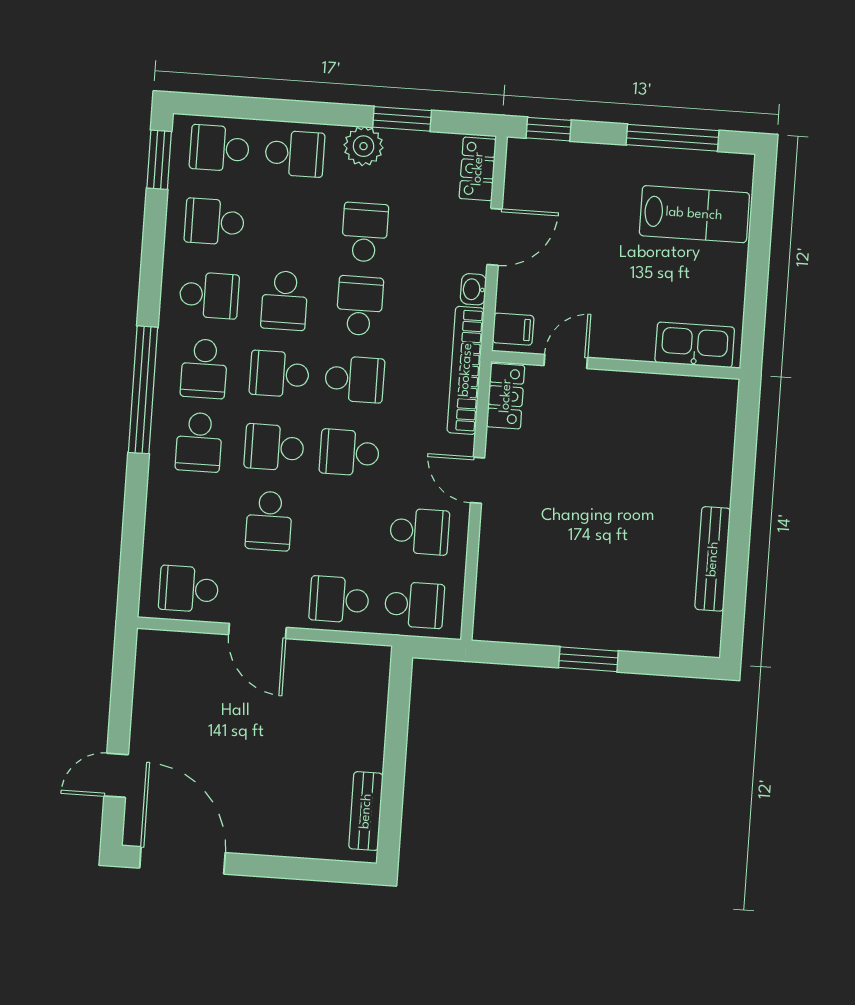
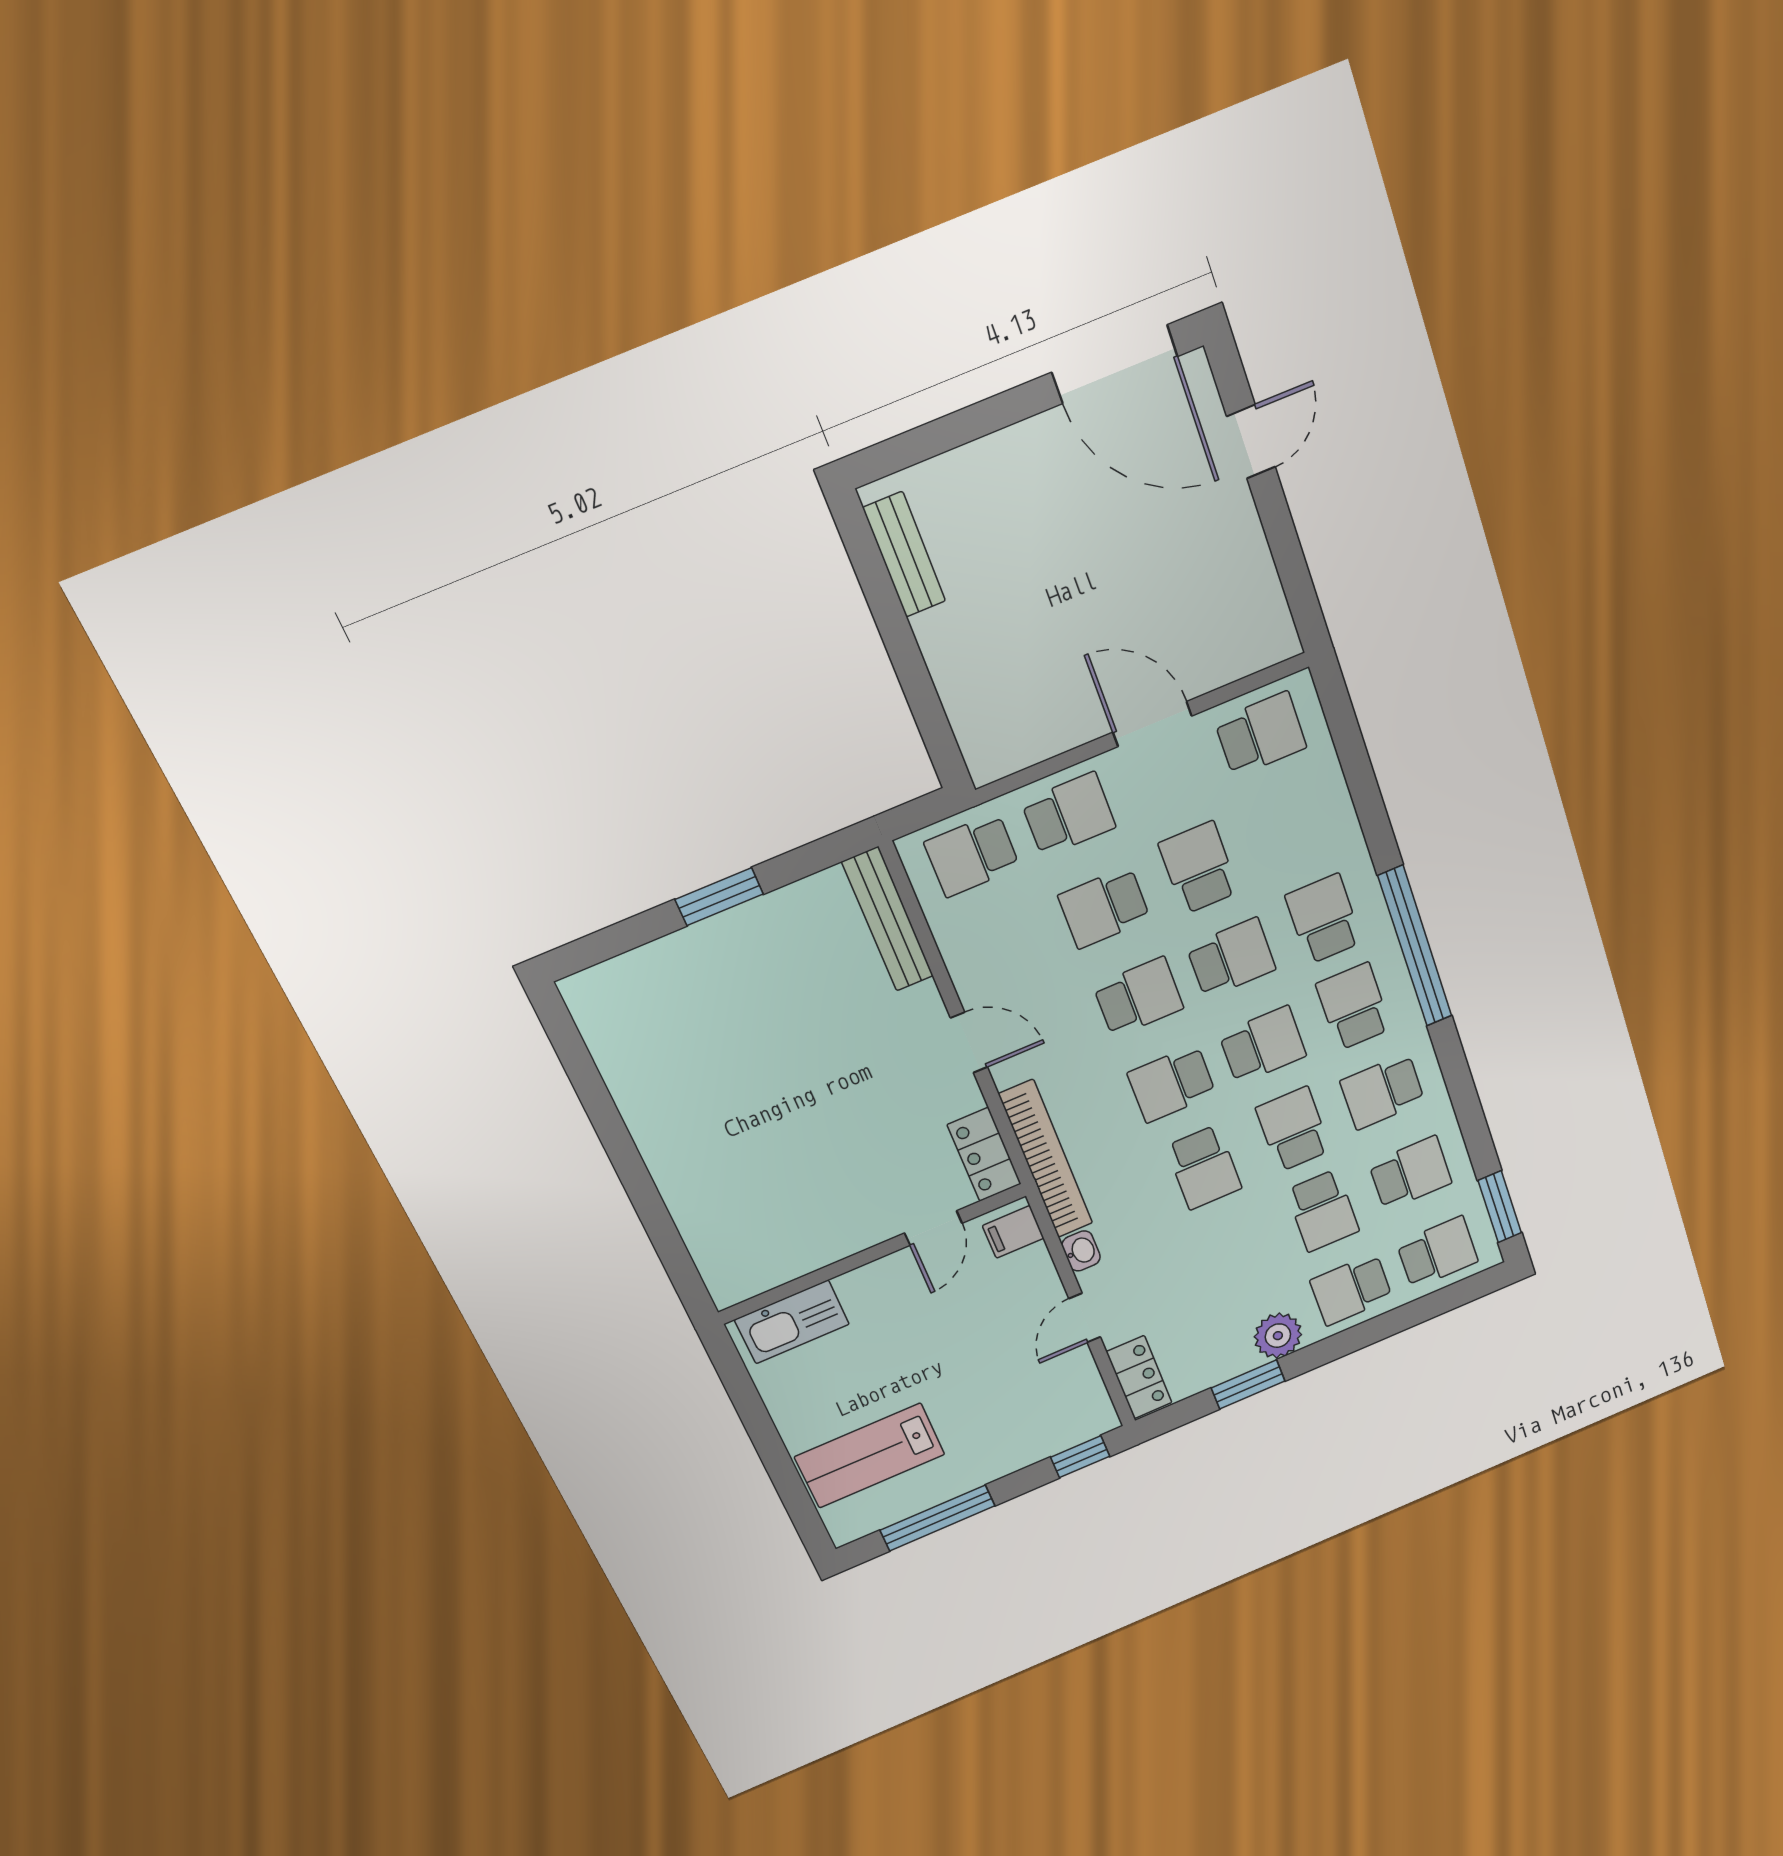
school desk: (365, 232) -> (1323, 1211), moved
door: (495, 237) -> (1085, 1318), width x0.73
school desk: (420, 531) -> (1104, 907), moved
bench: (713, 559) -> (888, 919), moved

